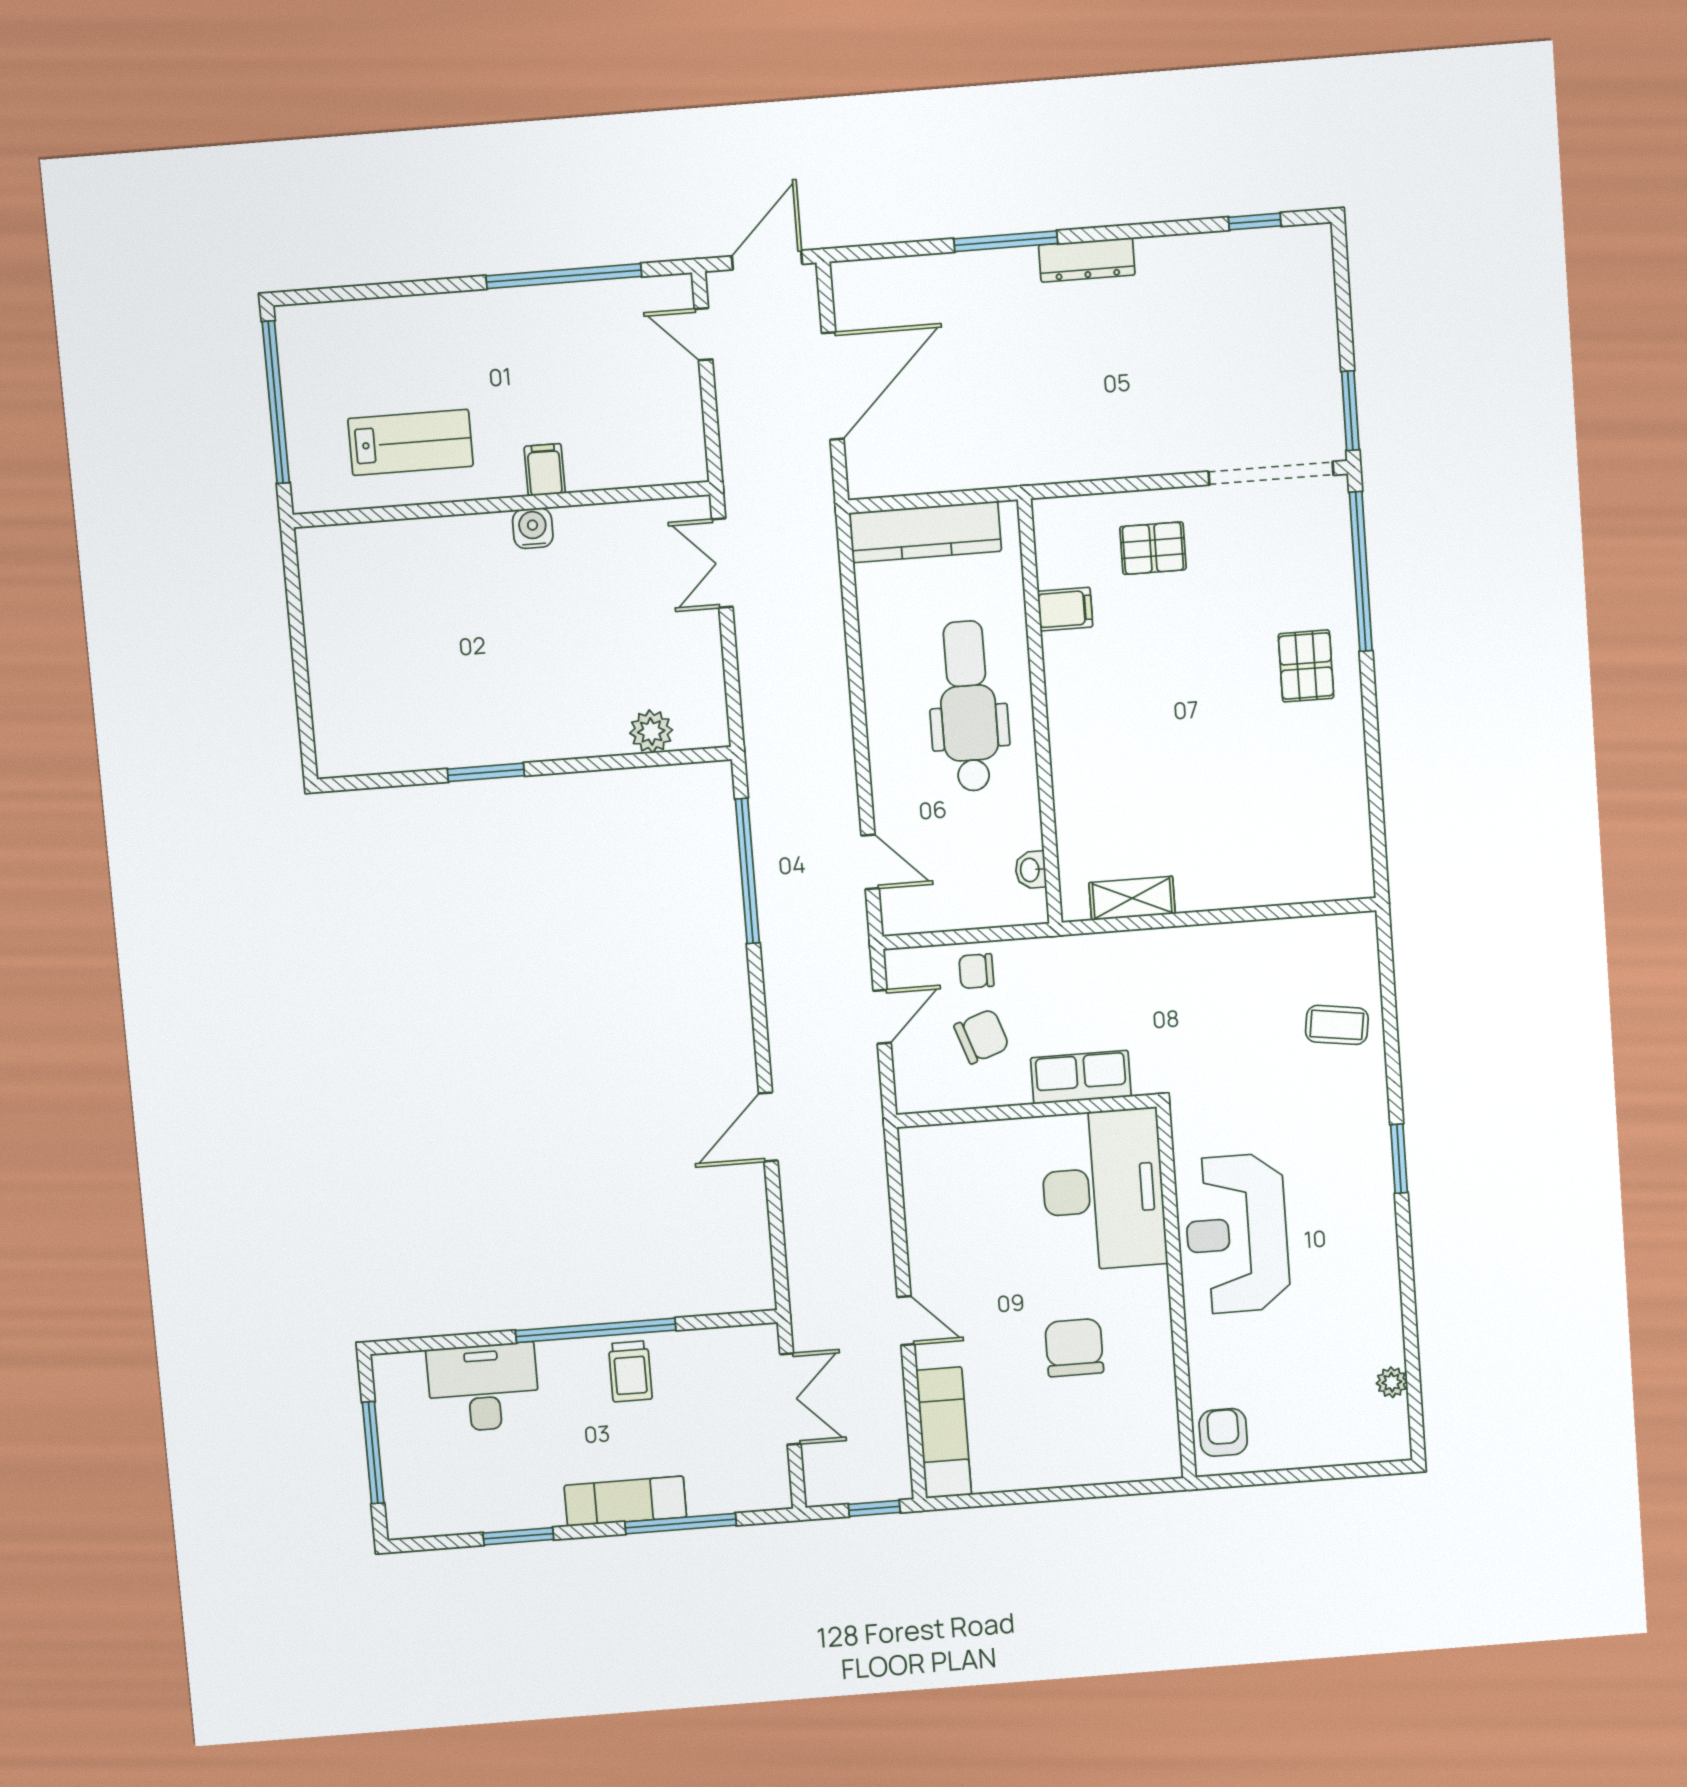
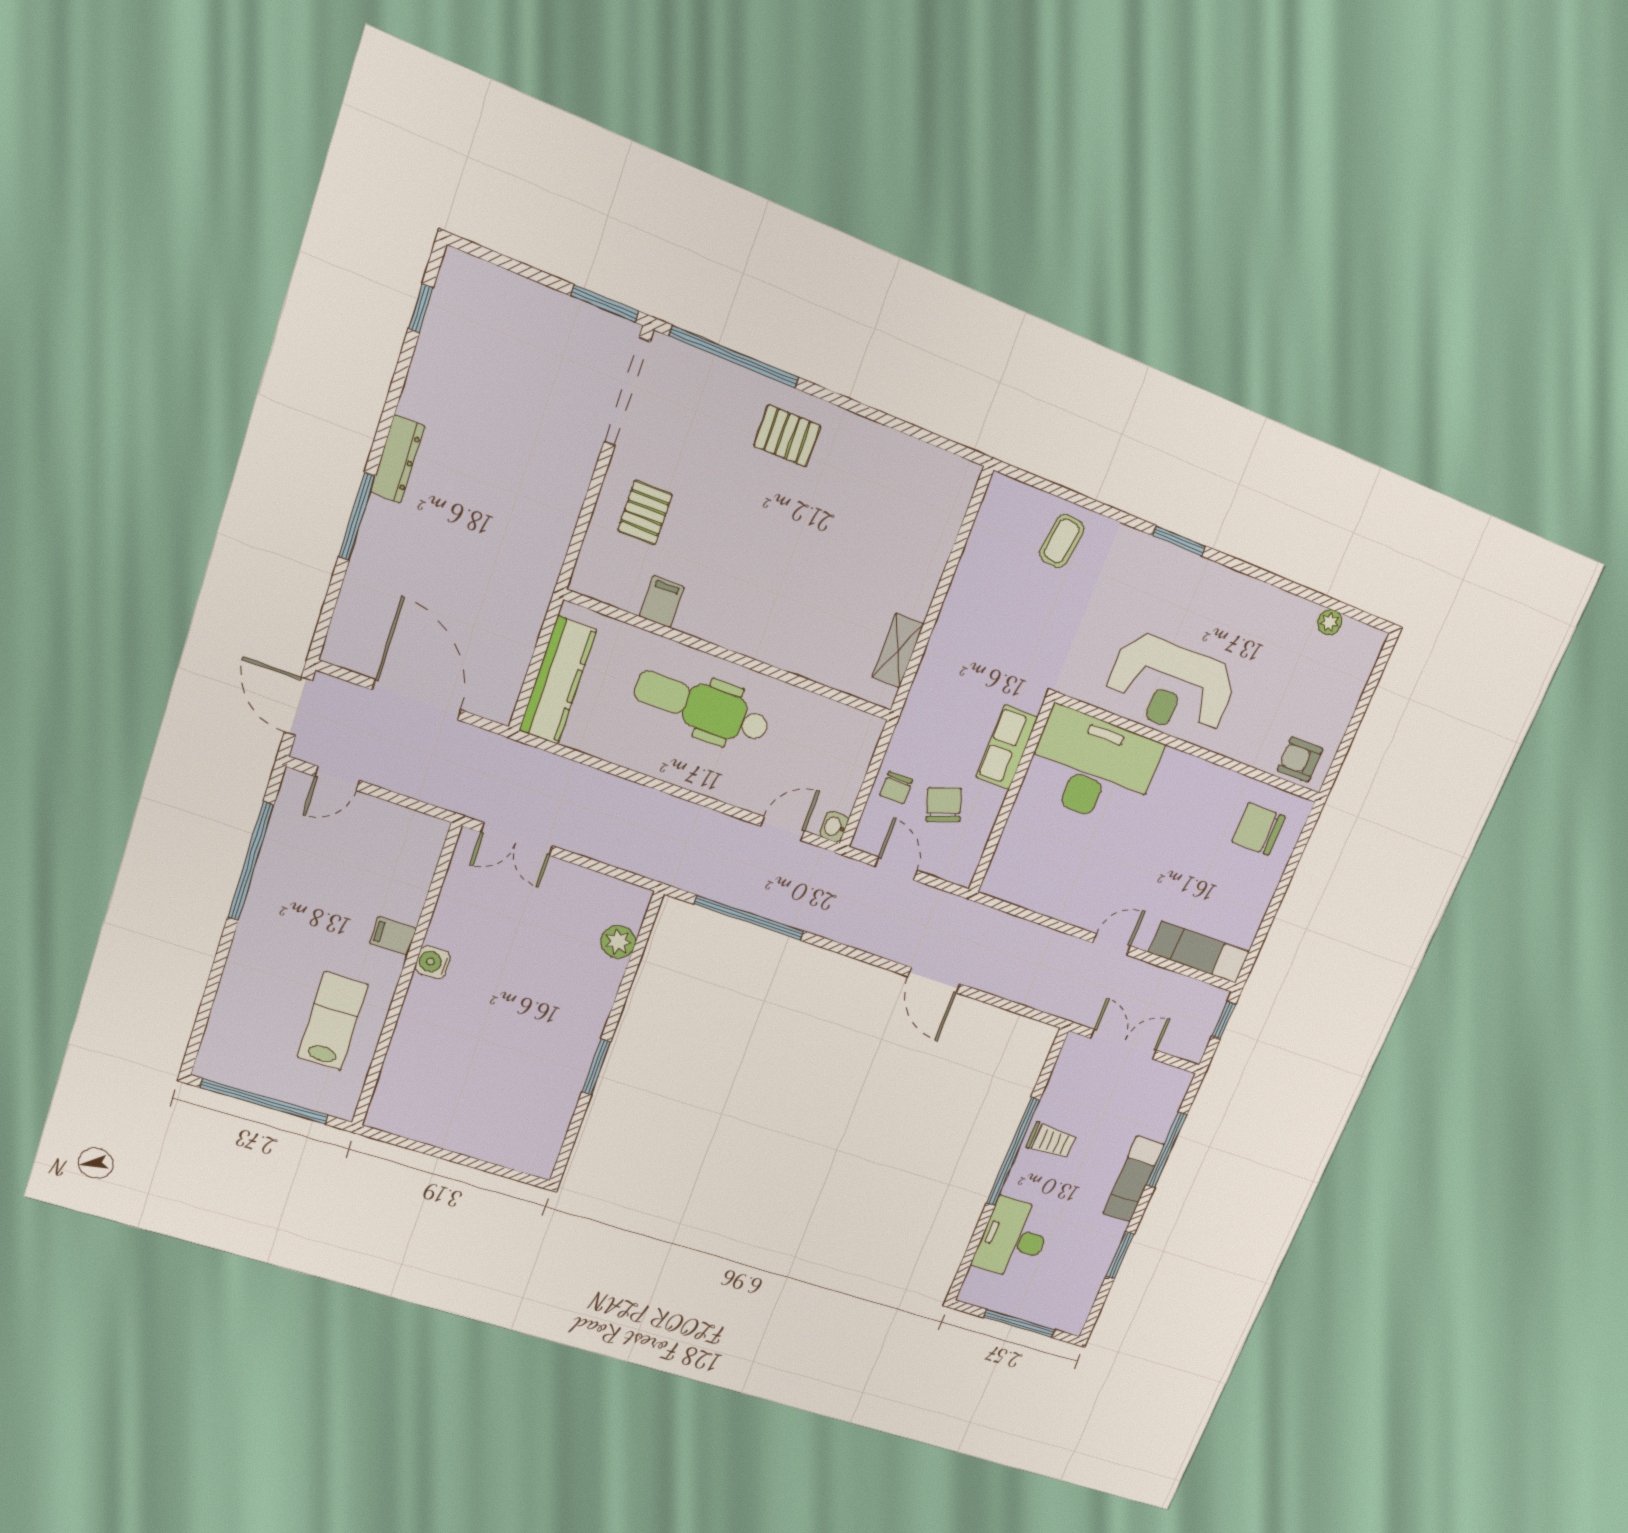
washbasin: (1031, 870) -> (834, 827), moved, turned 90
chair: (1074, 1348) -> (1259, 829), moved

